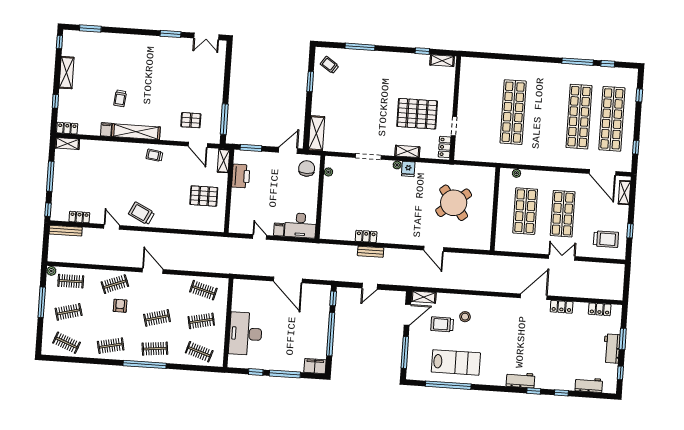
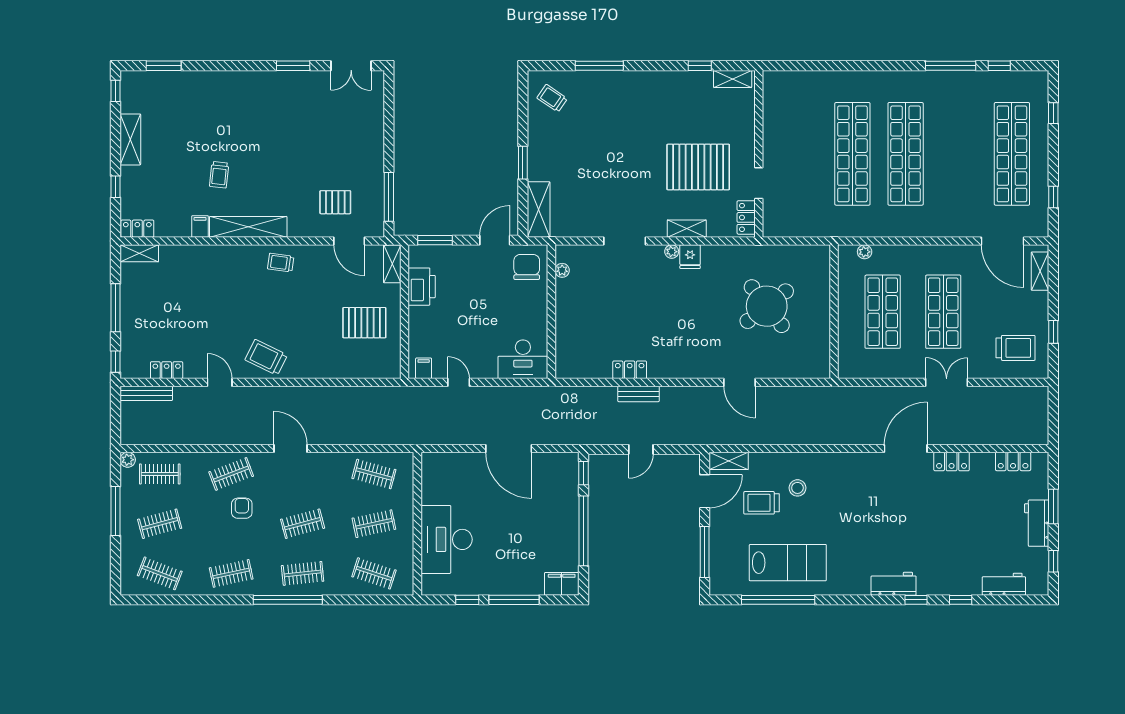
window: (310, 81) -> (523, 163), moved
shop shelf: (579, 117) -> (906, 154), moved
filing cabinet: (279, 230) -> (424, 368), moved

